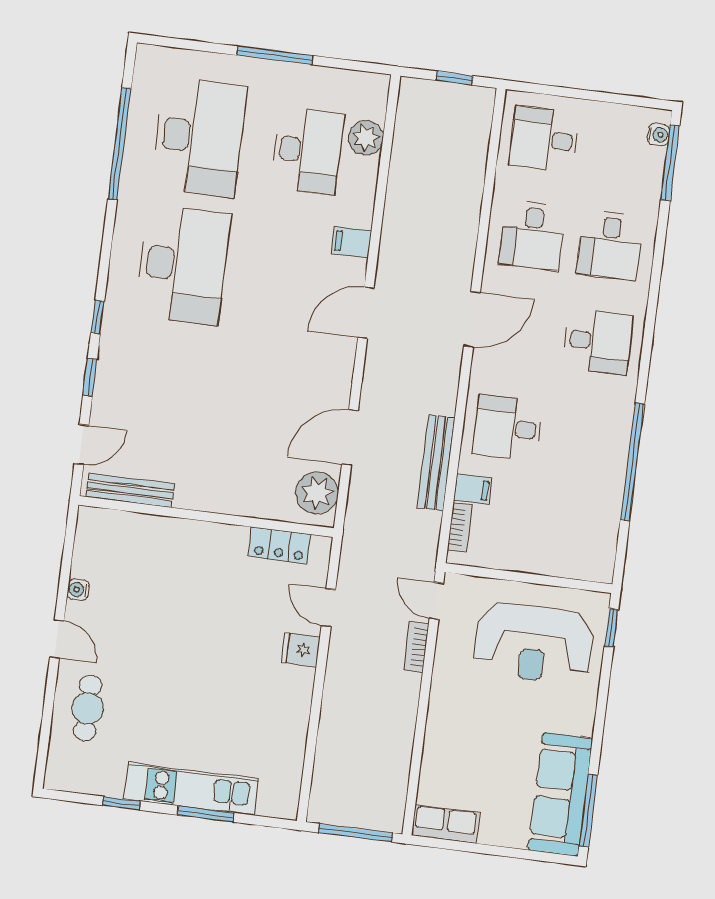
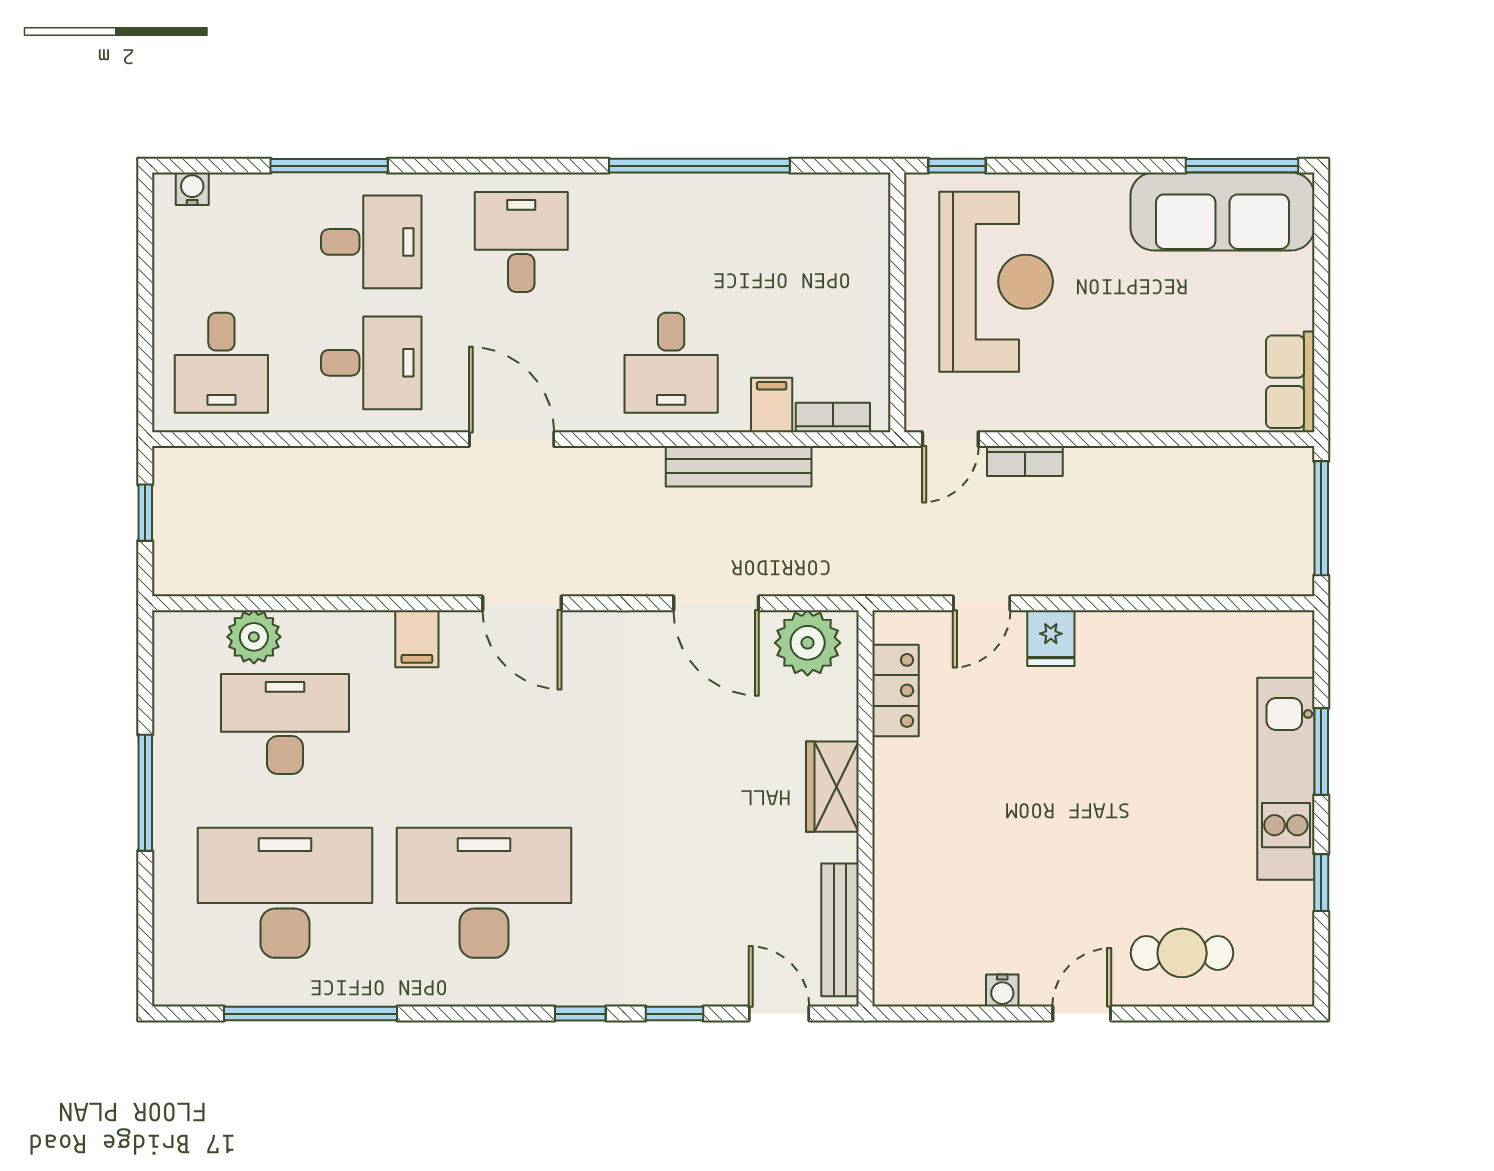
window: (670, 163) -> (329, 166), moved
wardrobe: (223, 497) -> (832, 787), added

